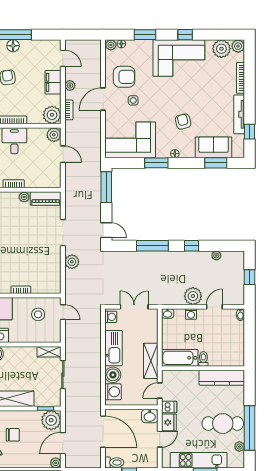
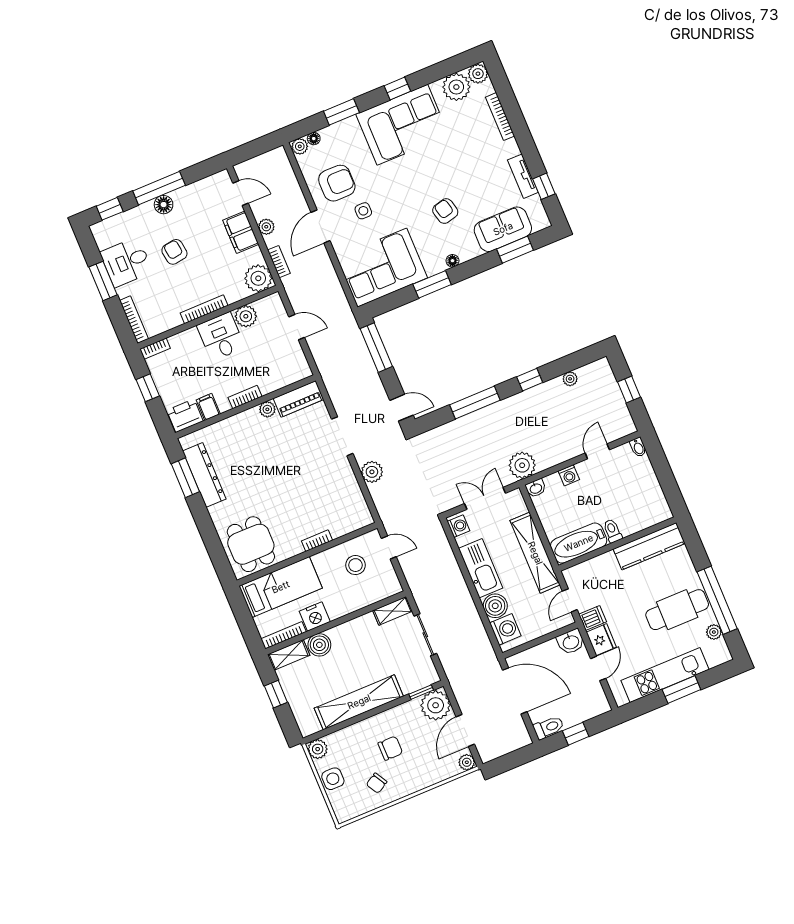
tv unit: (239, 114) -> (523, 176), width x0.71
plant: (54, 135) -> (246, 316), moved
plant: (193, 296) -> (522, 465), moved
shelving: (151, 361) -> (535, 553), width x1.47

